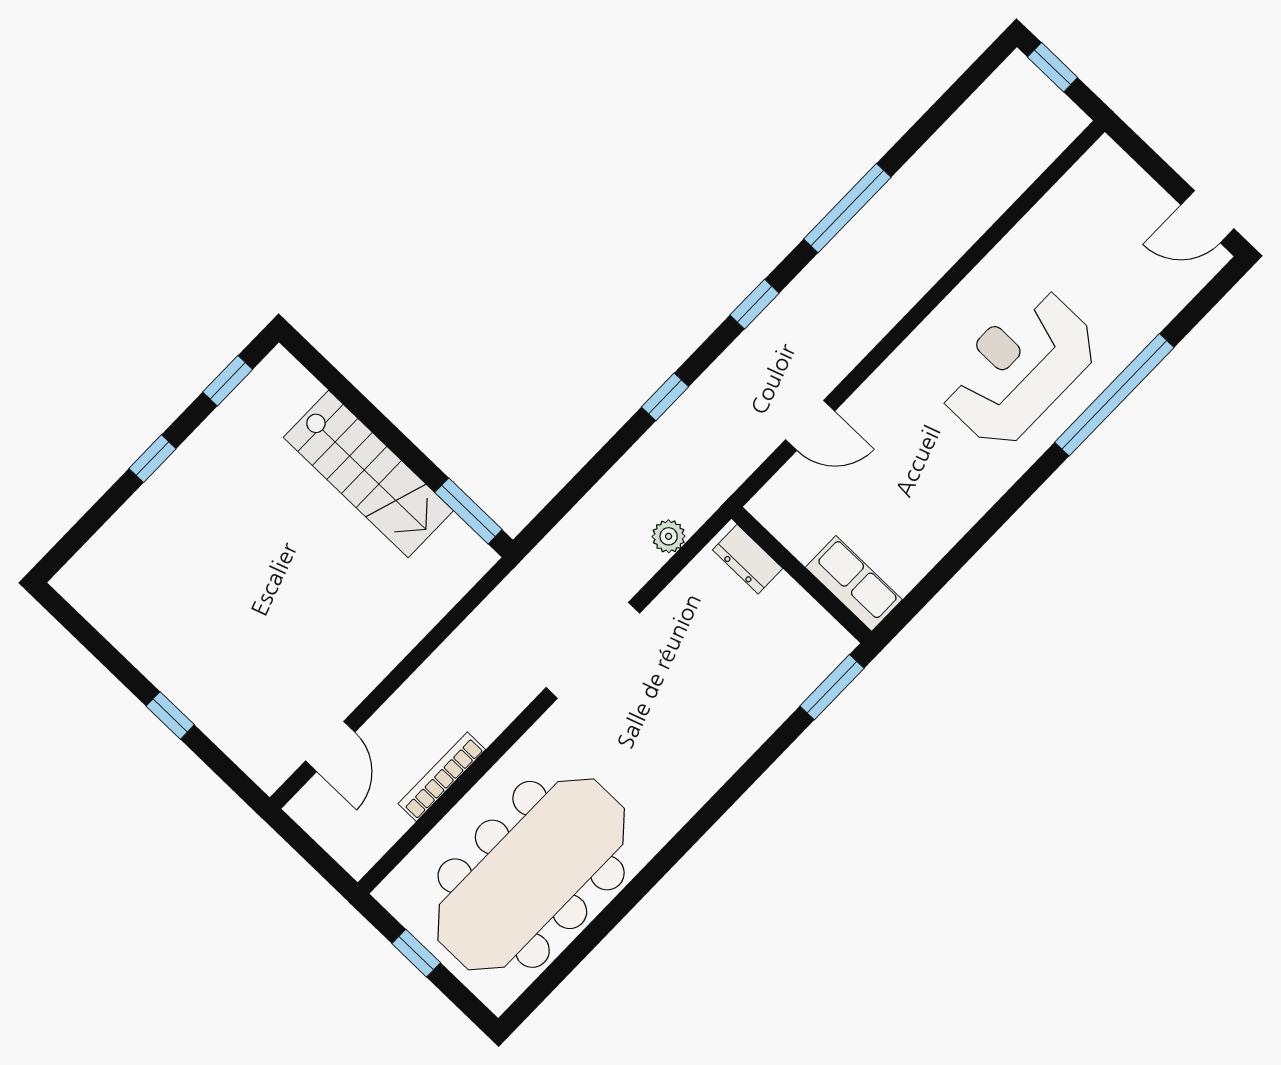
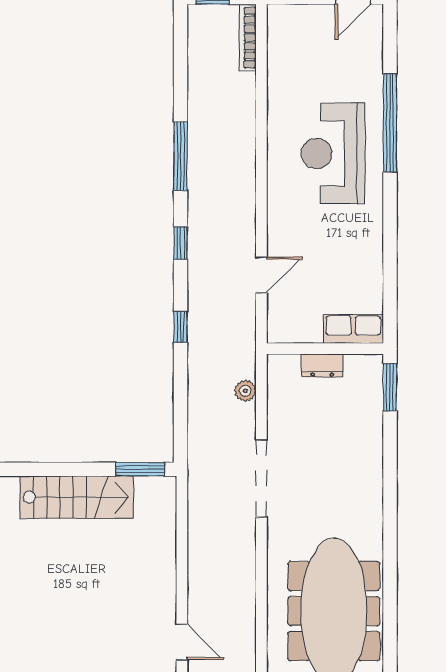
dresser: (748, 559) -> (322, 366), moved
bookcase: (442, 777) -> (248, 38), moved

